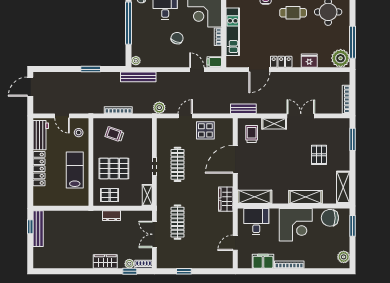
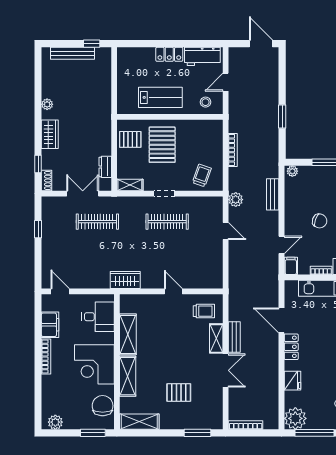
bench: (138, 77) -> (273, 194), moved, width x0.73
bench: (243, 109) -> (234, 337), moved
display table: (205, 130) -> (208, 255), removed
trolley: (114, 134) -> (202, 175), moved
door: (235, 159) -> (173, 291), width x0.53
locker: (39, 169) -> (169, 54), width x0.66
pallet: (110, 195) -> (130, 139), turned 90
shelving: (255, 197) -> (128, 334), moved
dresser: (112, 216) -> (105, 167), moved
bench: (38, 229) -> (73, 53), moved
door: (235, 243) -> (60, 291), moved
plant: (129, 264) -> (47, 104), moved

